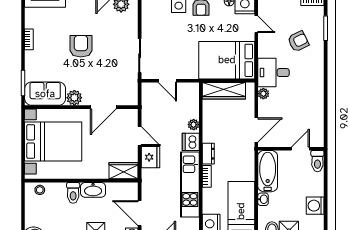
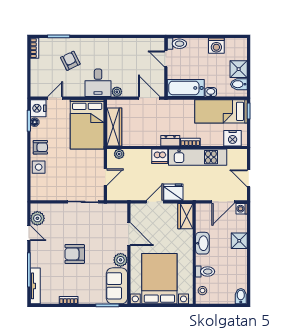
plant: (194, 125) -> (119, 154), moved
toilet: (73, 193) -> (205, 272), moved

